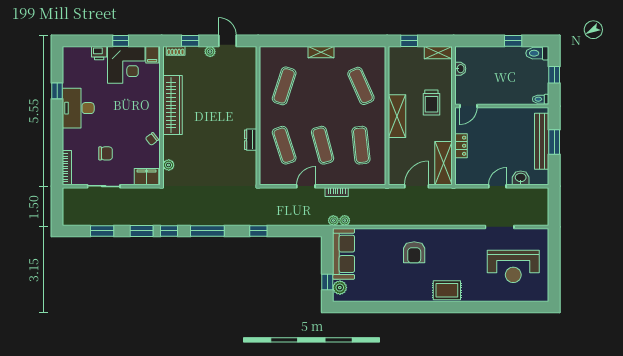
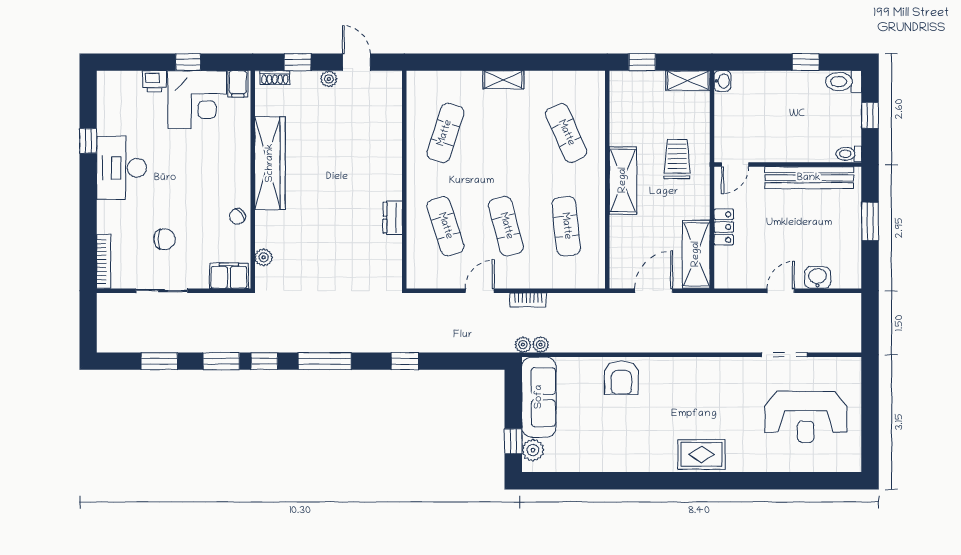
washbasin: (460, 69) -> (722, 81), moved
trolley: (431, 103) -> (677, 159), turned 180
bench: (542, 141) -> (809, 178), moved, turned 90
armchair: (414, 252) -> (621, 378), moved

